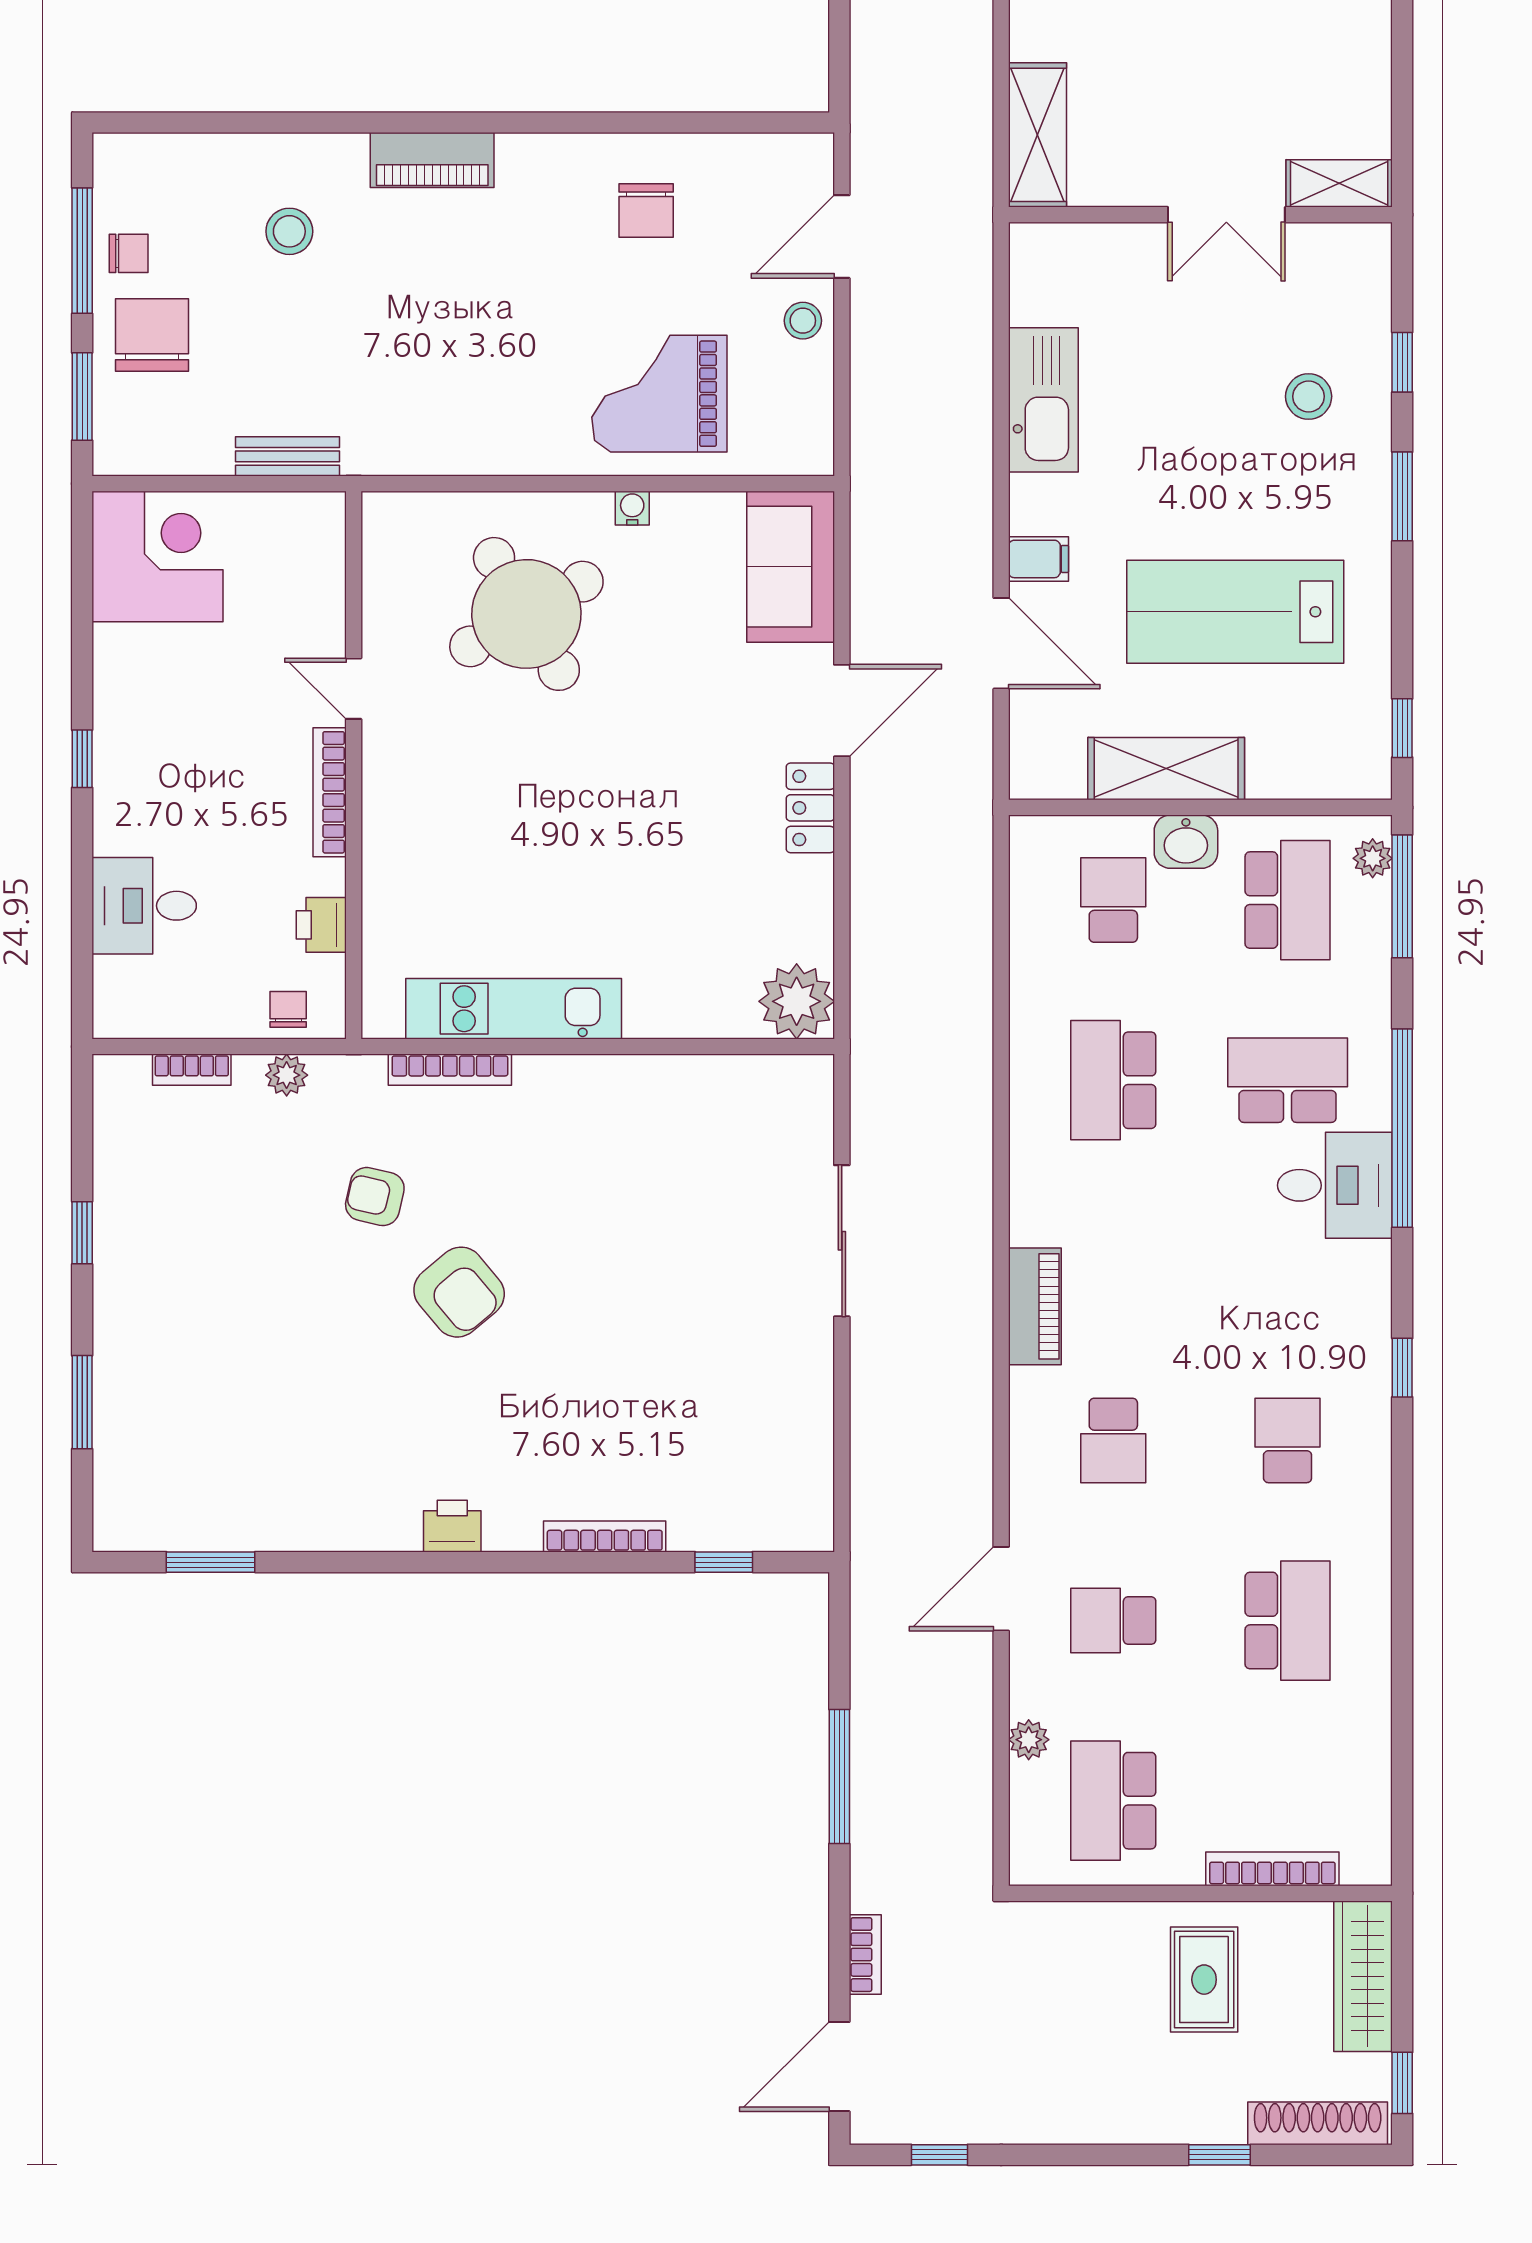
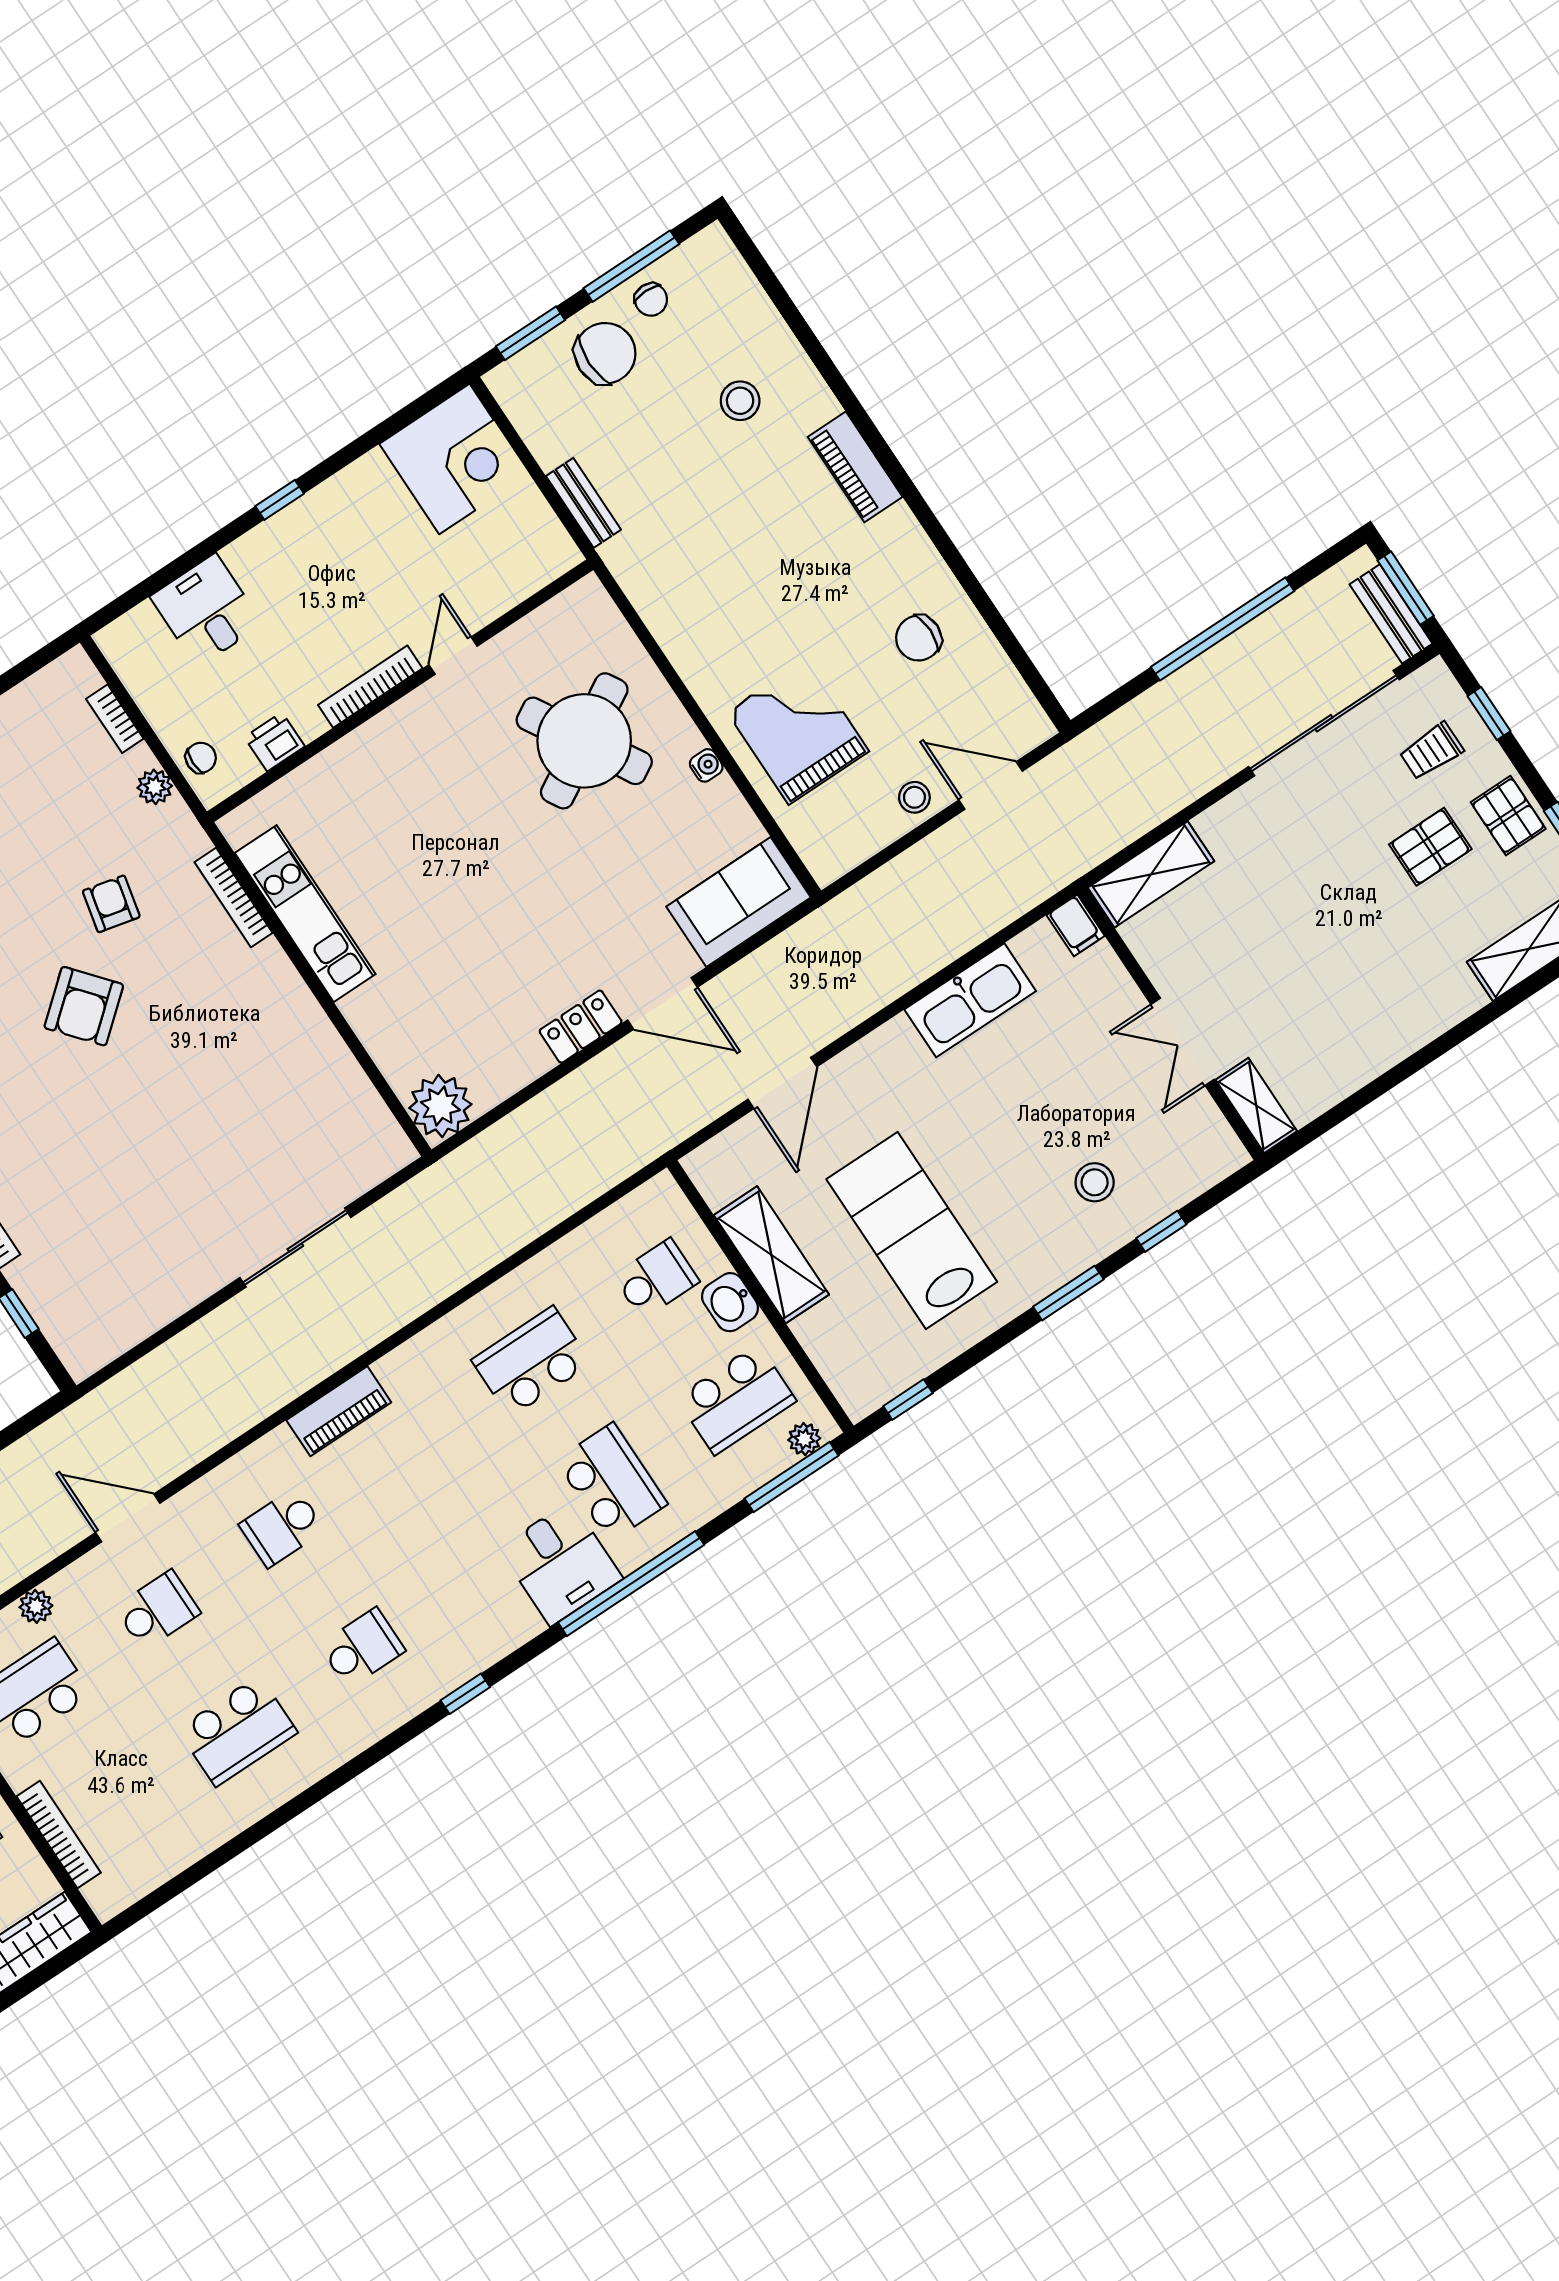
filing cabinet: (1039, 559) -> (1076, 925), moved
school desk: (1113, 1621) -> (157, 1610), turned 90

